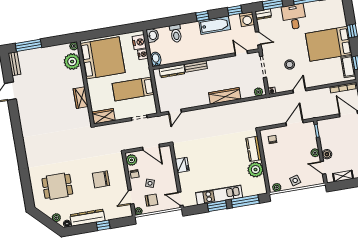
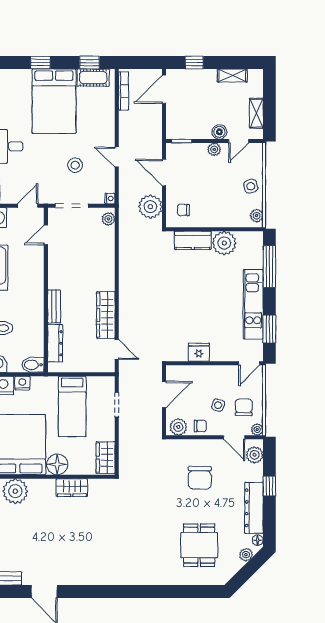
floor lamp: (94, 86) -> (57, 464), added
wardrobe: (225, 96) -> (106, 315), moved
plant: (271, 118) -> (150, 207), added
window: (217, 206) -> (269, 329), moved
plant: (122, 212) -> (255, 455), added

